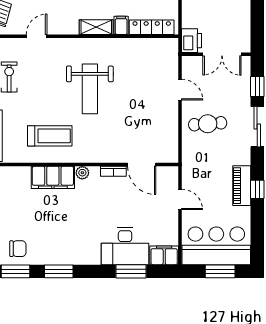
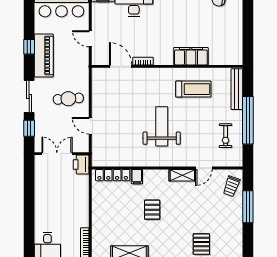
shelving: (96, 27) -> (182, 175), moved
treadmill: (50, 136) -> (193, 89), turned 180
plant: (82, 173) -> (168, 60), removed
piano: (242, 186) -> (44, 55), width x1.37, depth x1.33

